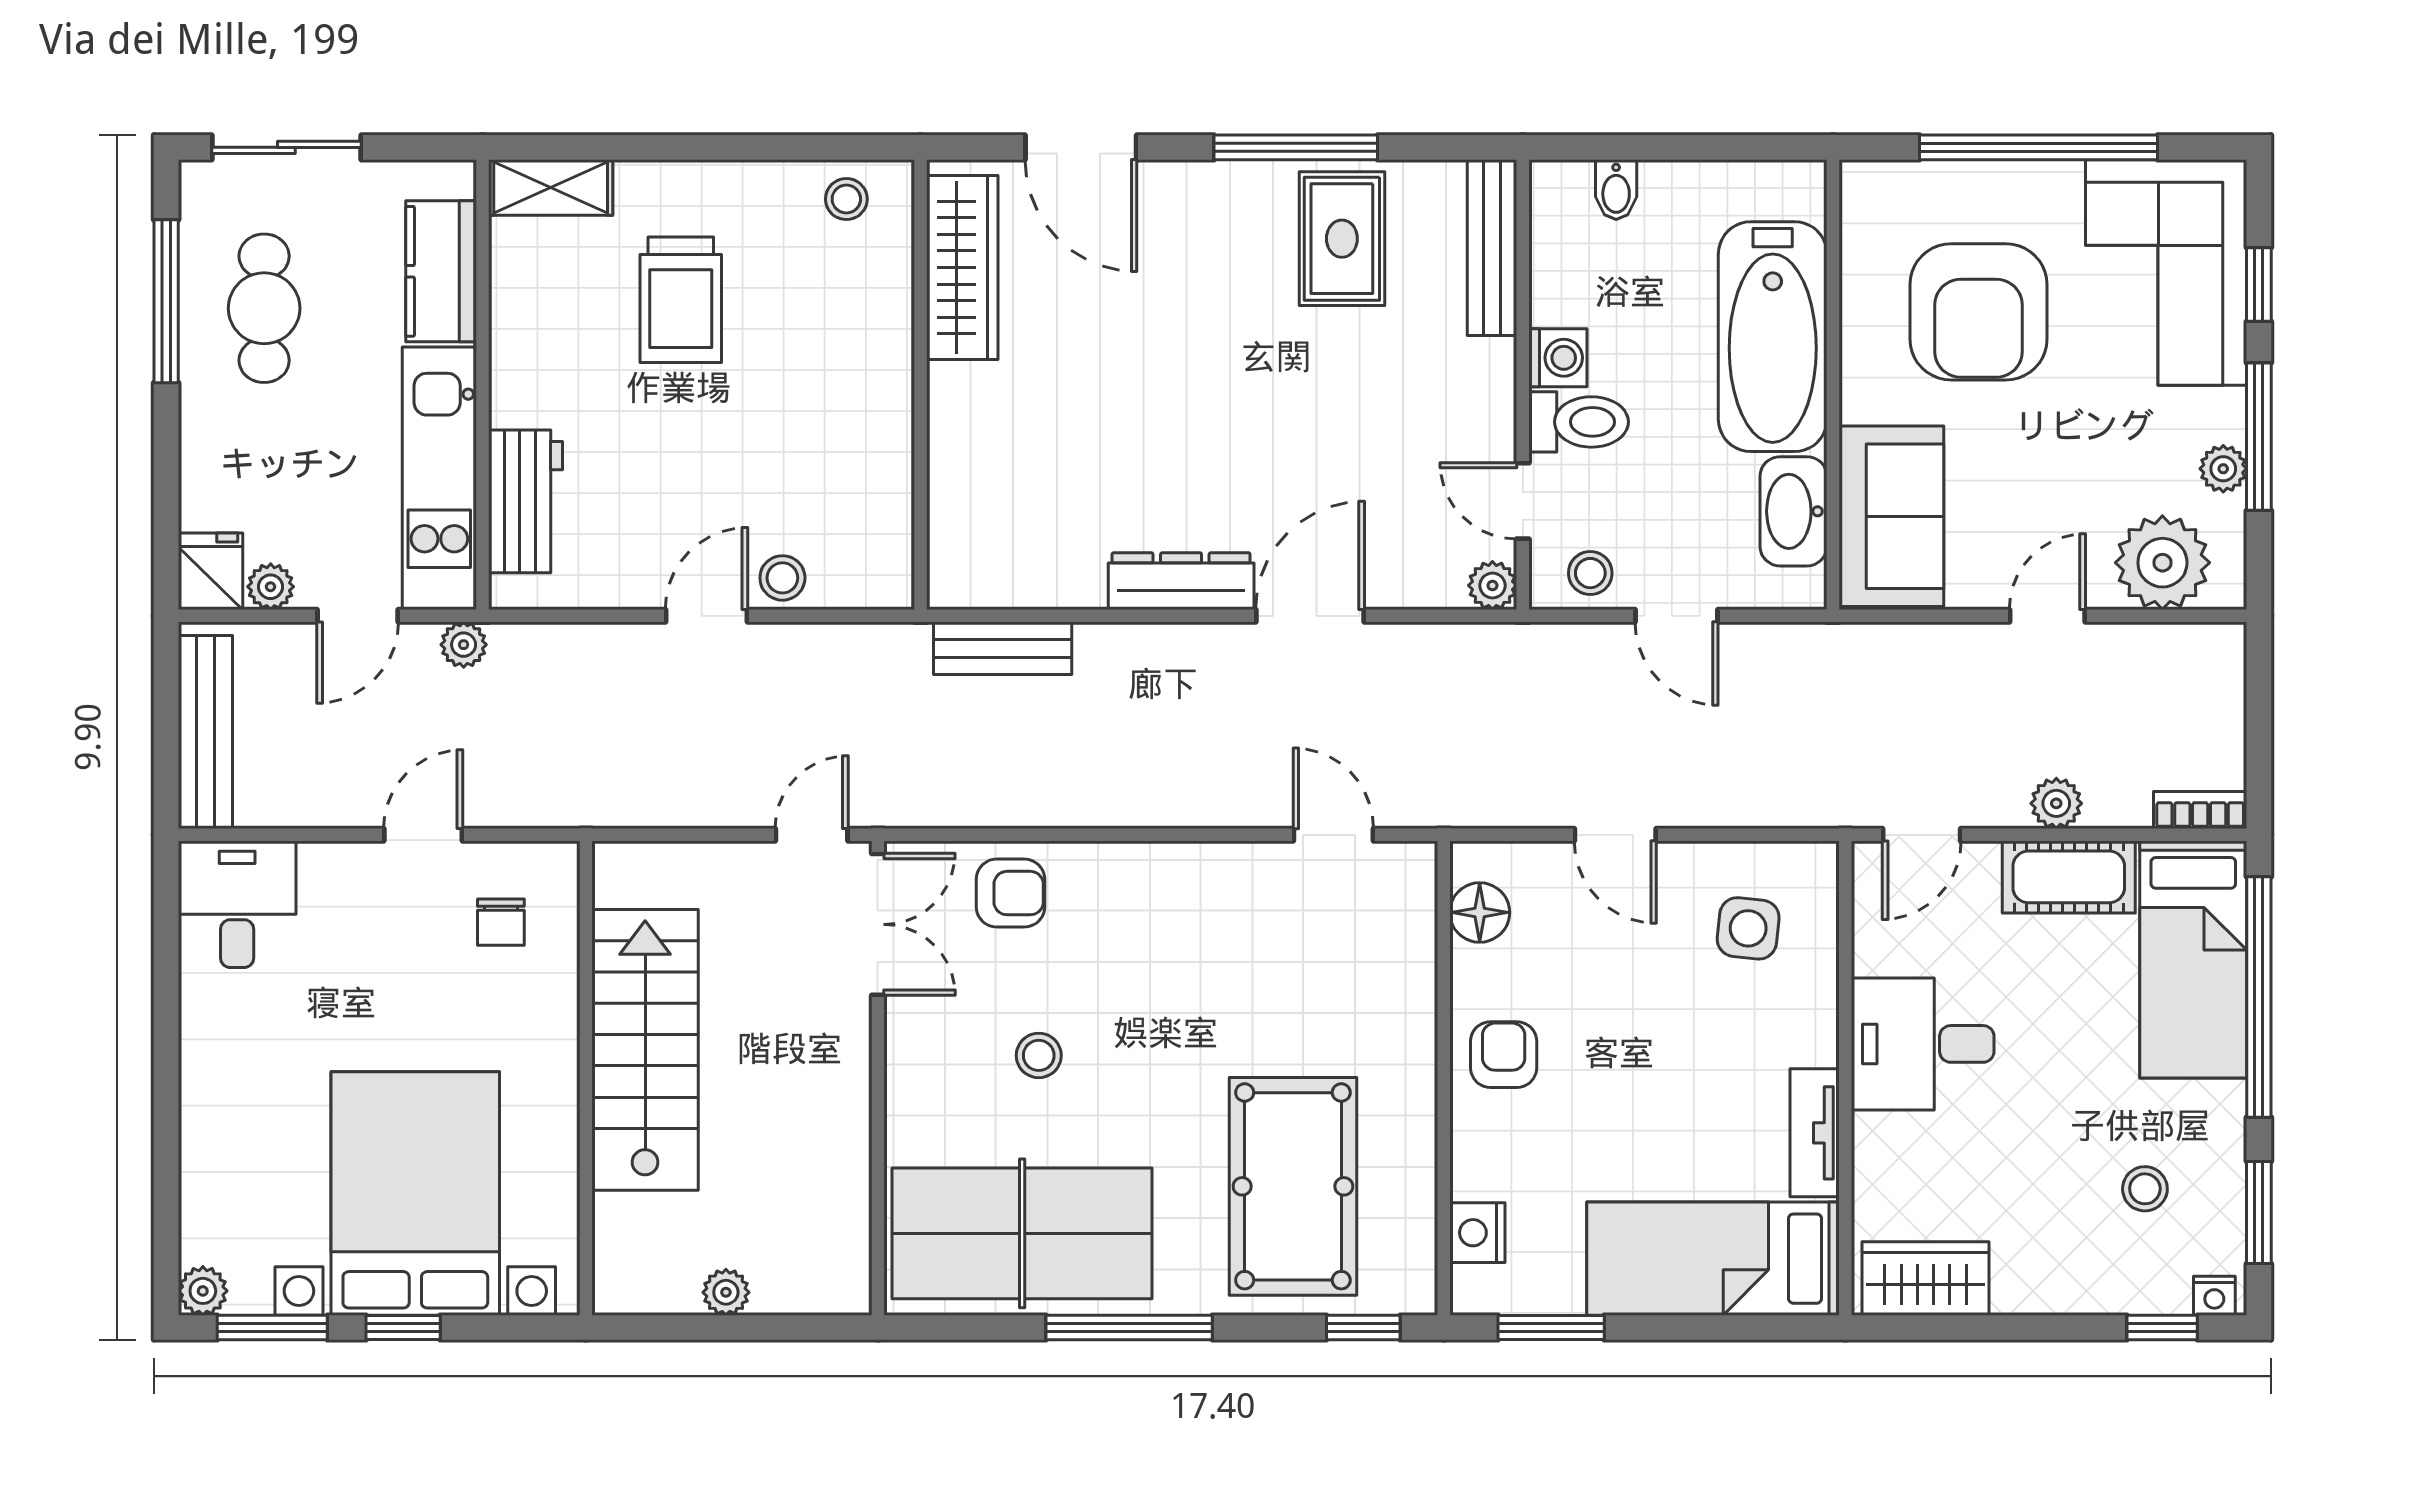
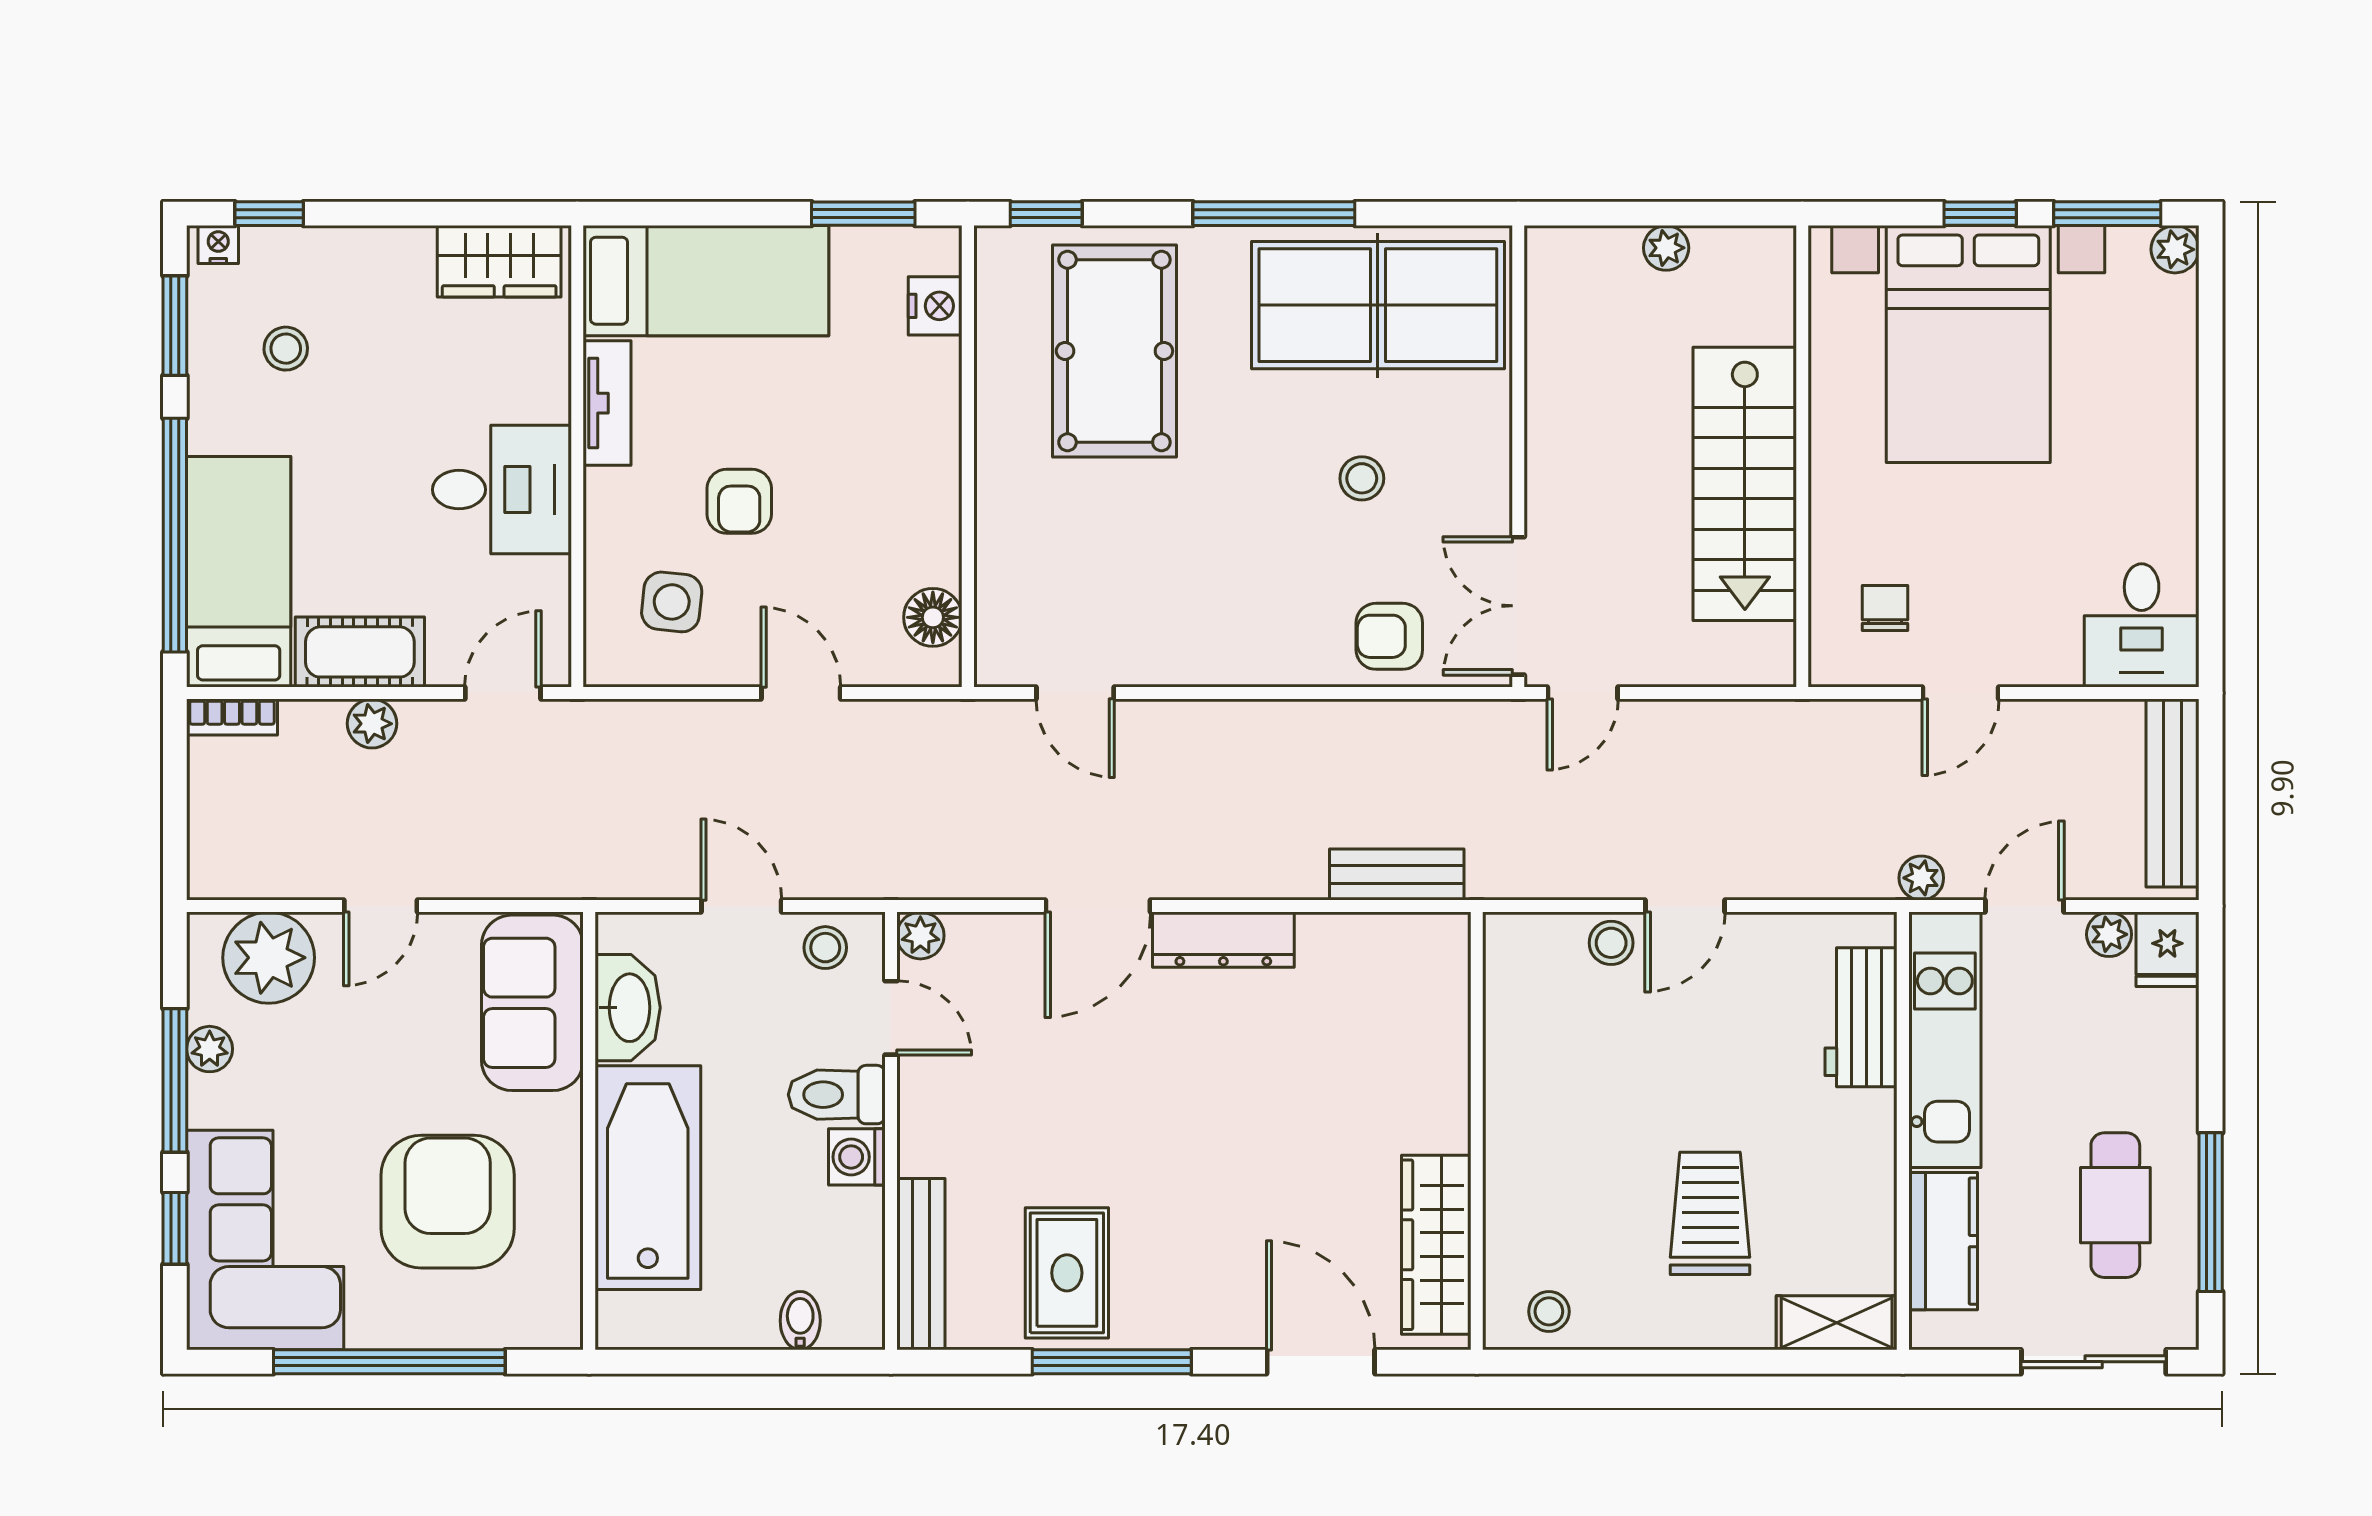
armchair: (1504, 1055) -> (739, 501), moved

